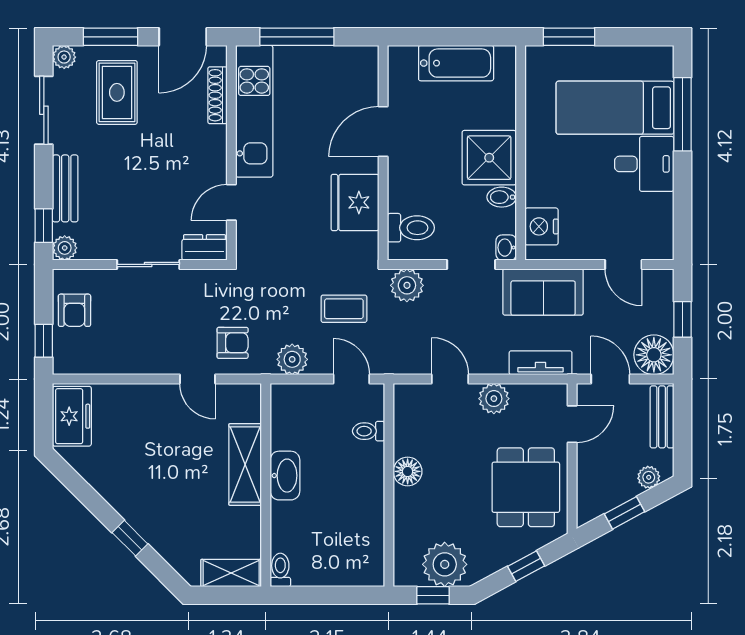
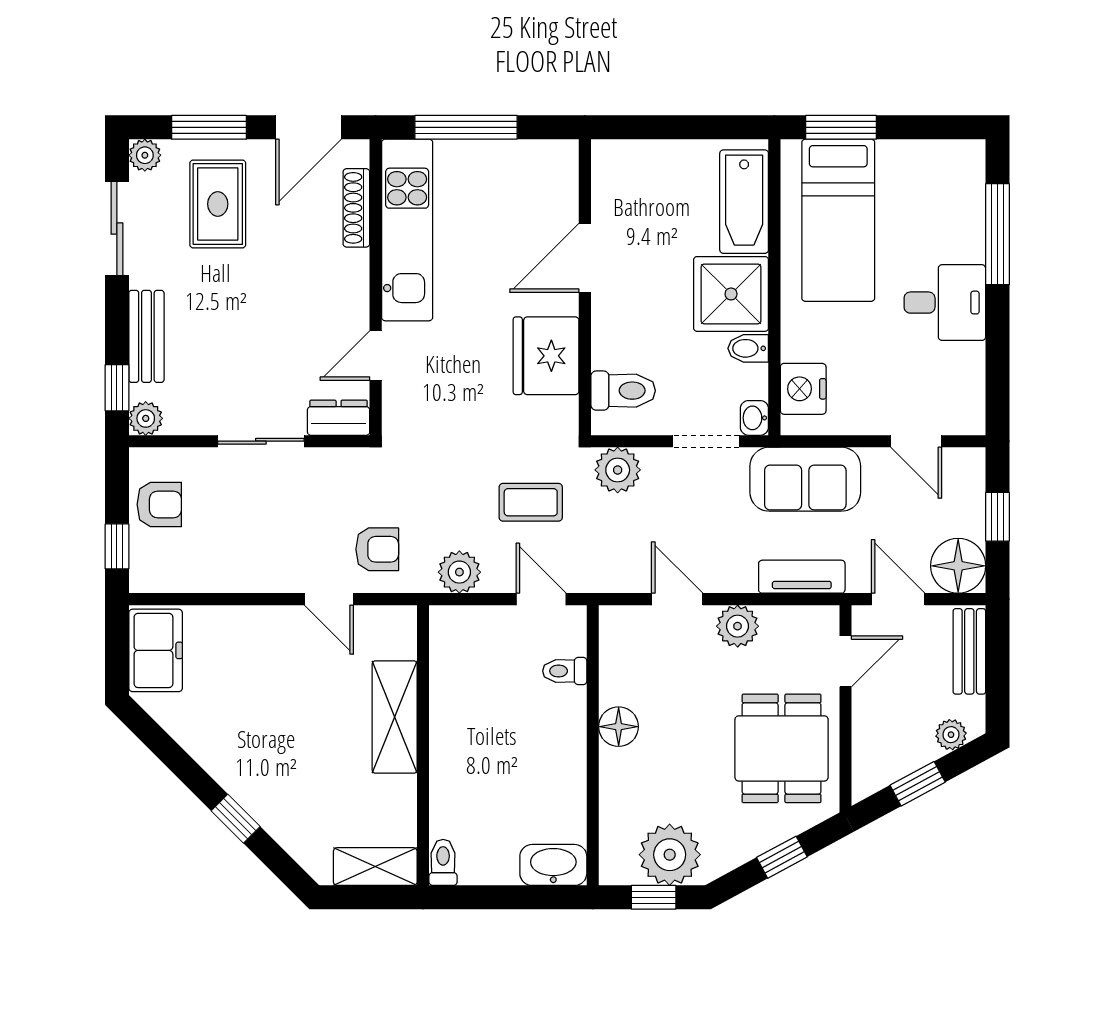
bathtub: (456, 63) -> (744, 202), moved, turned 90
bed: (615, 108) -> (838, 220), moved, turned -90
armchair: (74, 310) -> (159, 504), turned -90
washbasin: (285, 476) -> (553, 865), moved, turned -90

